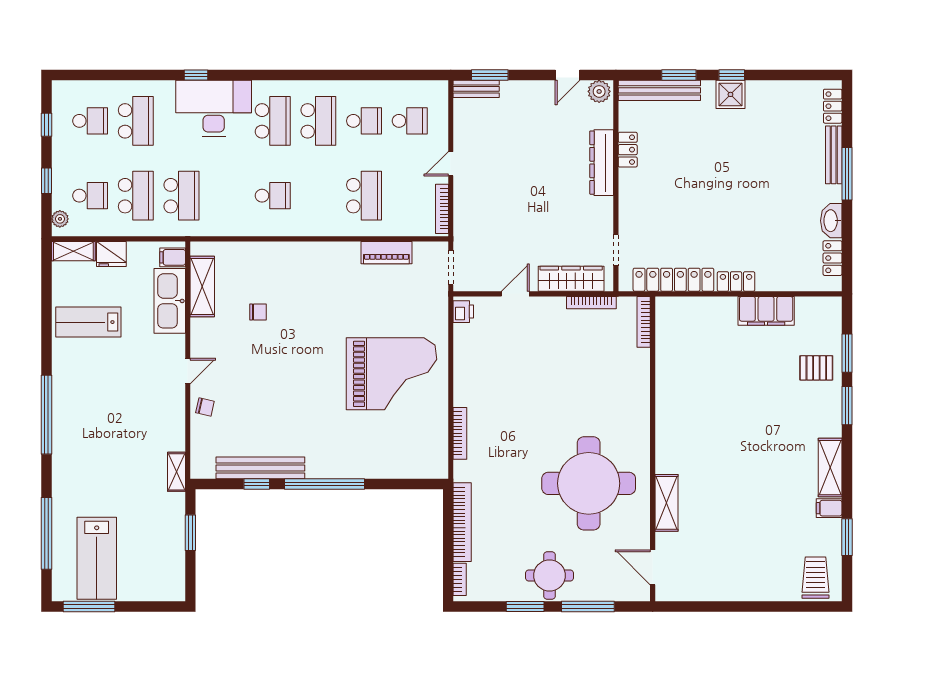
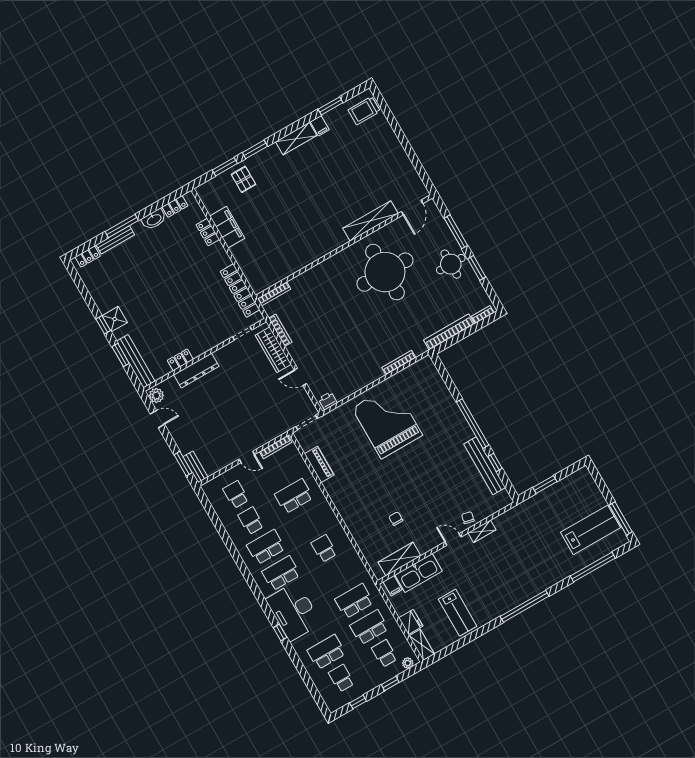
locker: (736, 281) -> (208, 232), moved
shelving: (176, 472) -> (482, 531), moved
shelving: (666, 503) -> (370, 221), width x1.47

